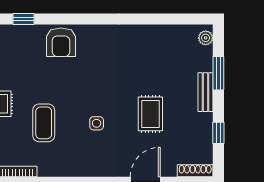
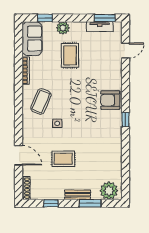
window: (23, 19) -> (125, 120), moved
plant: (206, 38) -> (109, 191), width x1.88, depth x1.88
coffee table: (44, 123) -> (41, 102), moved, turned -67

